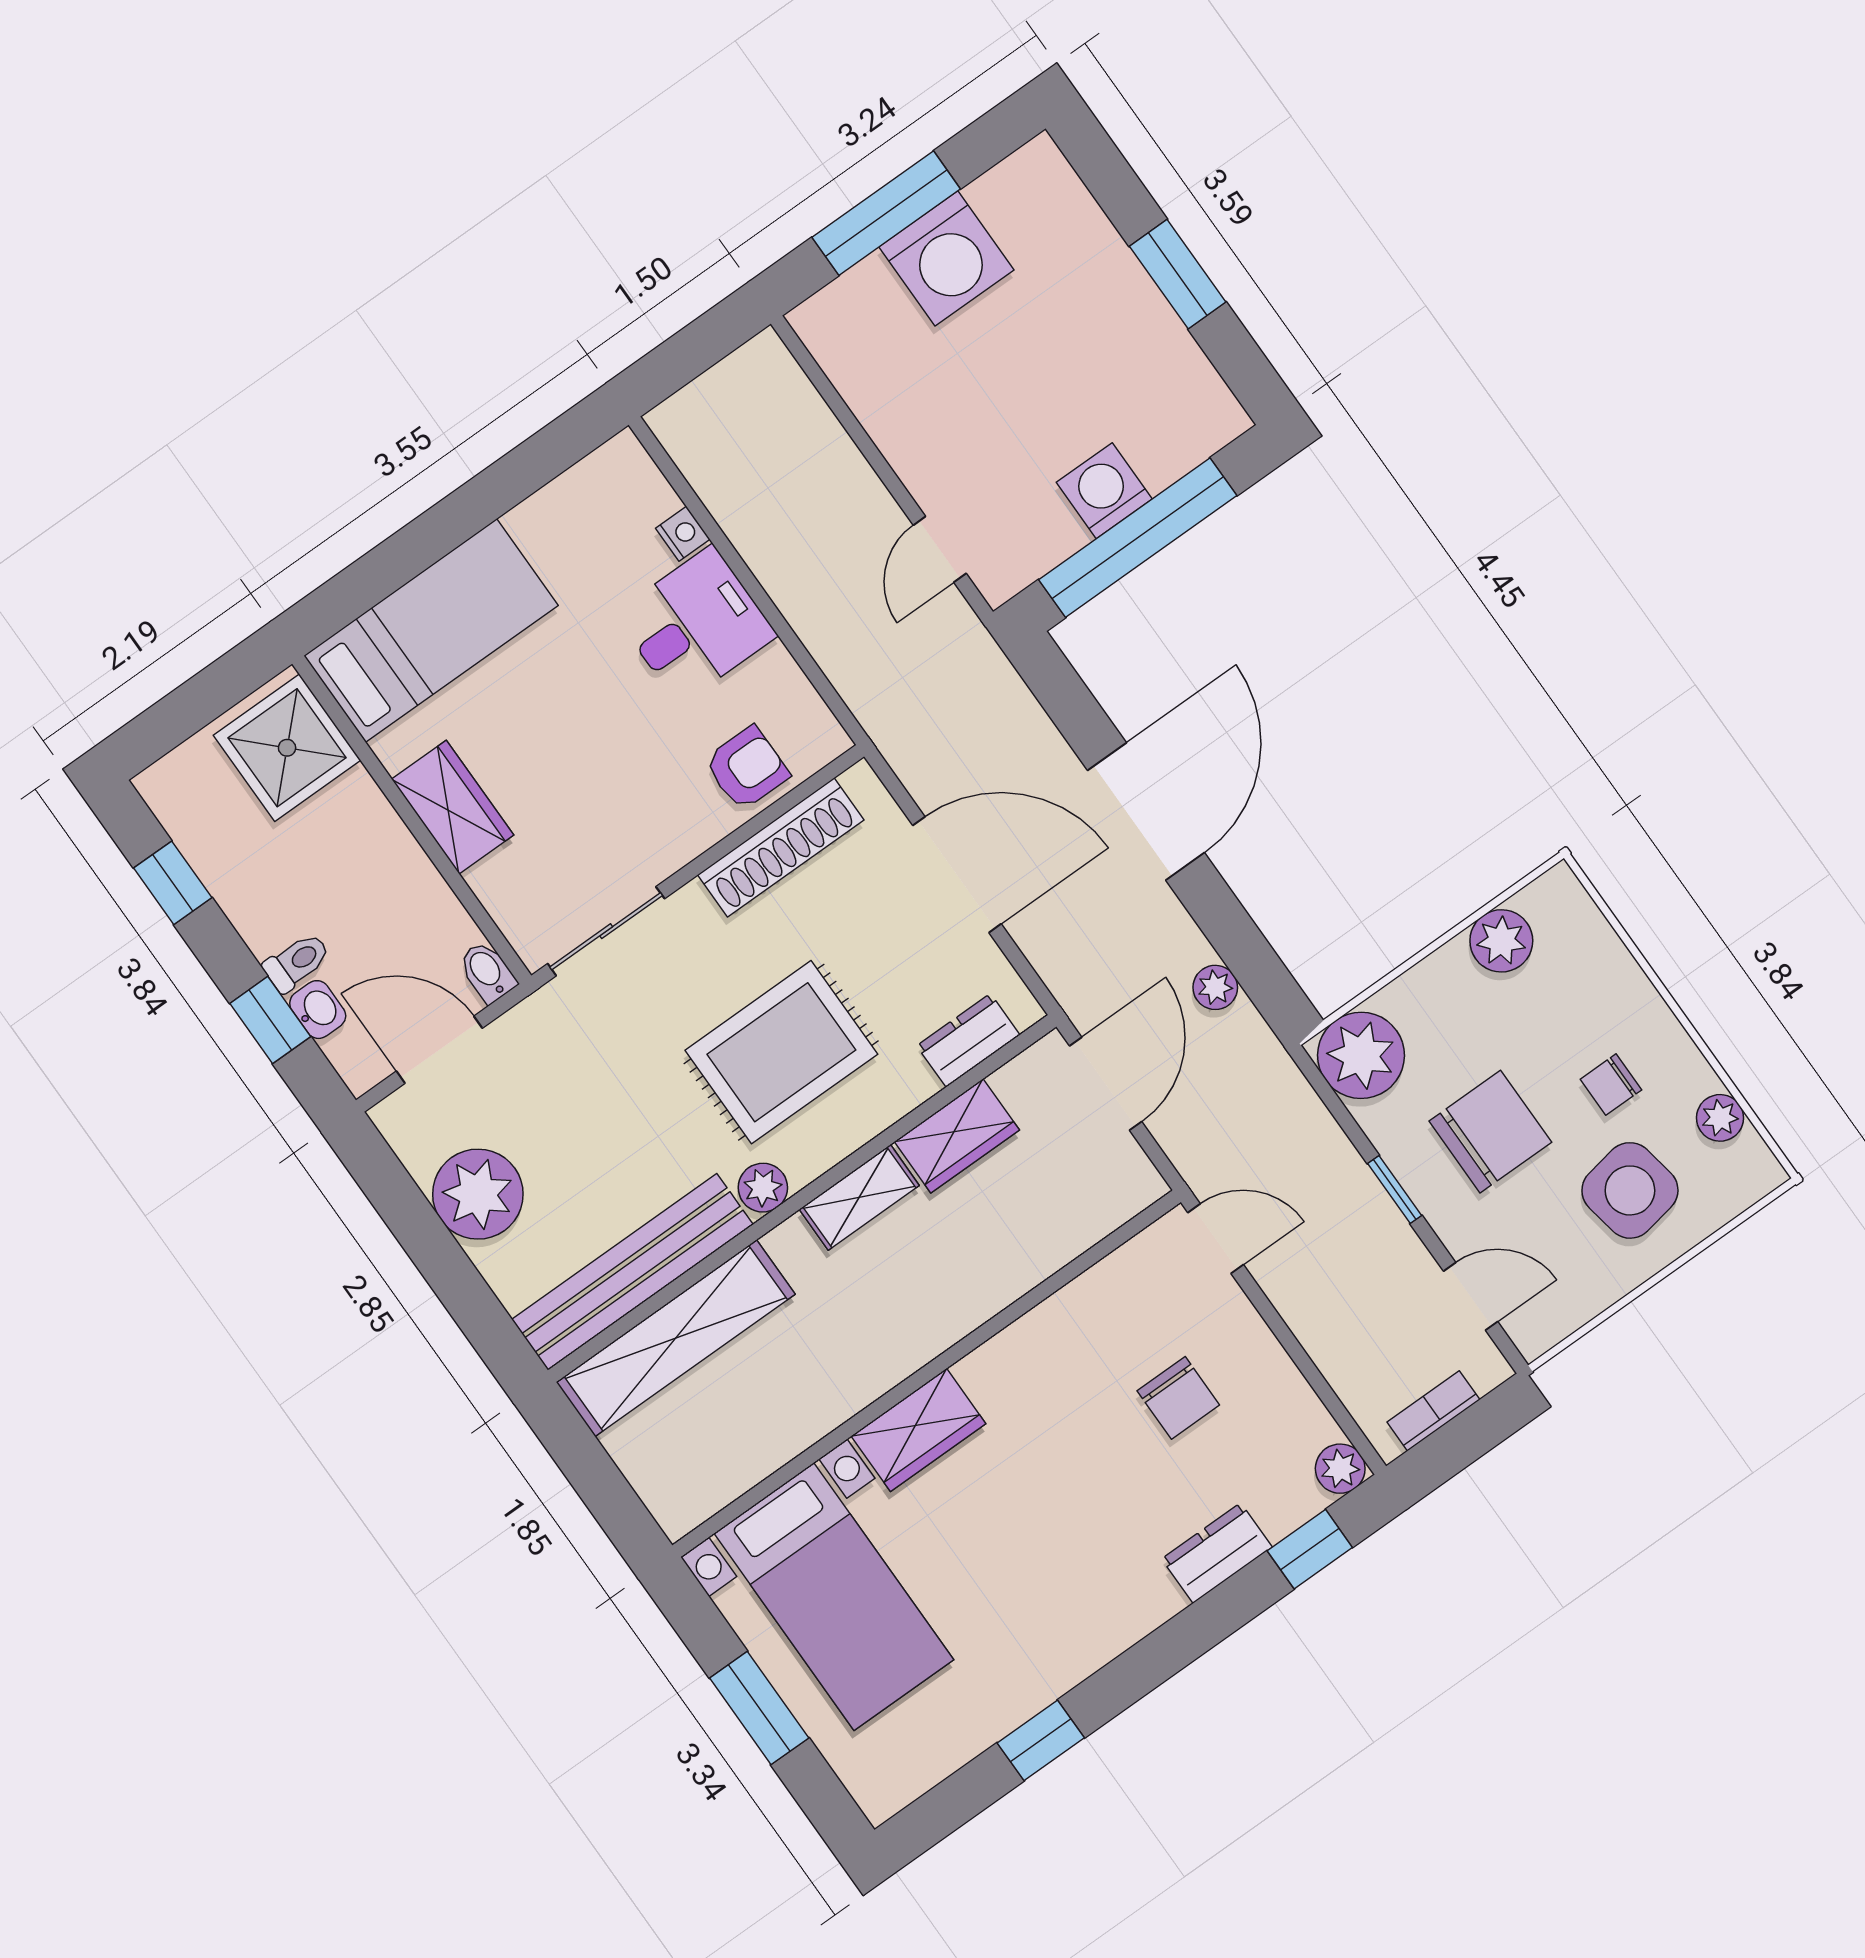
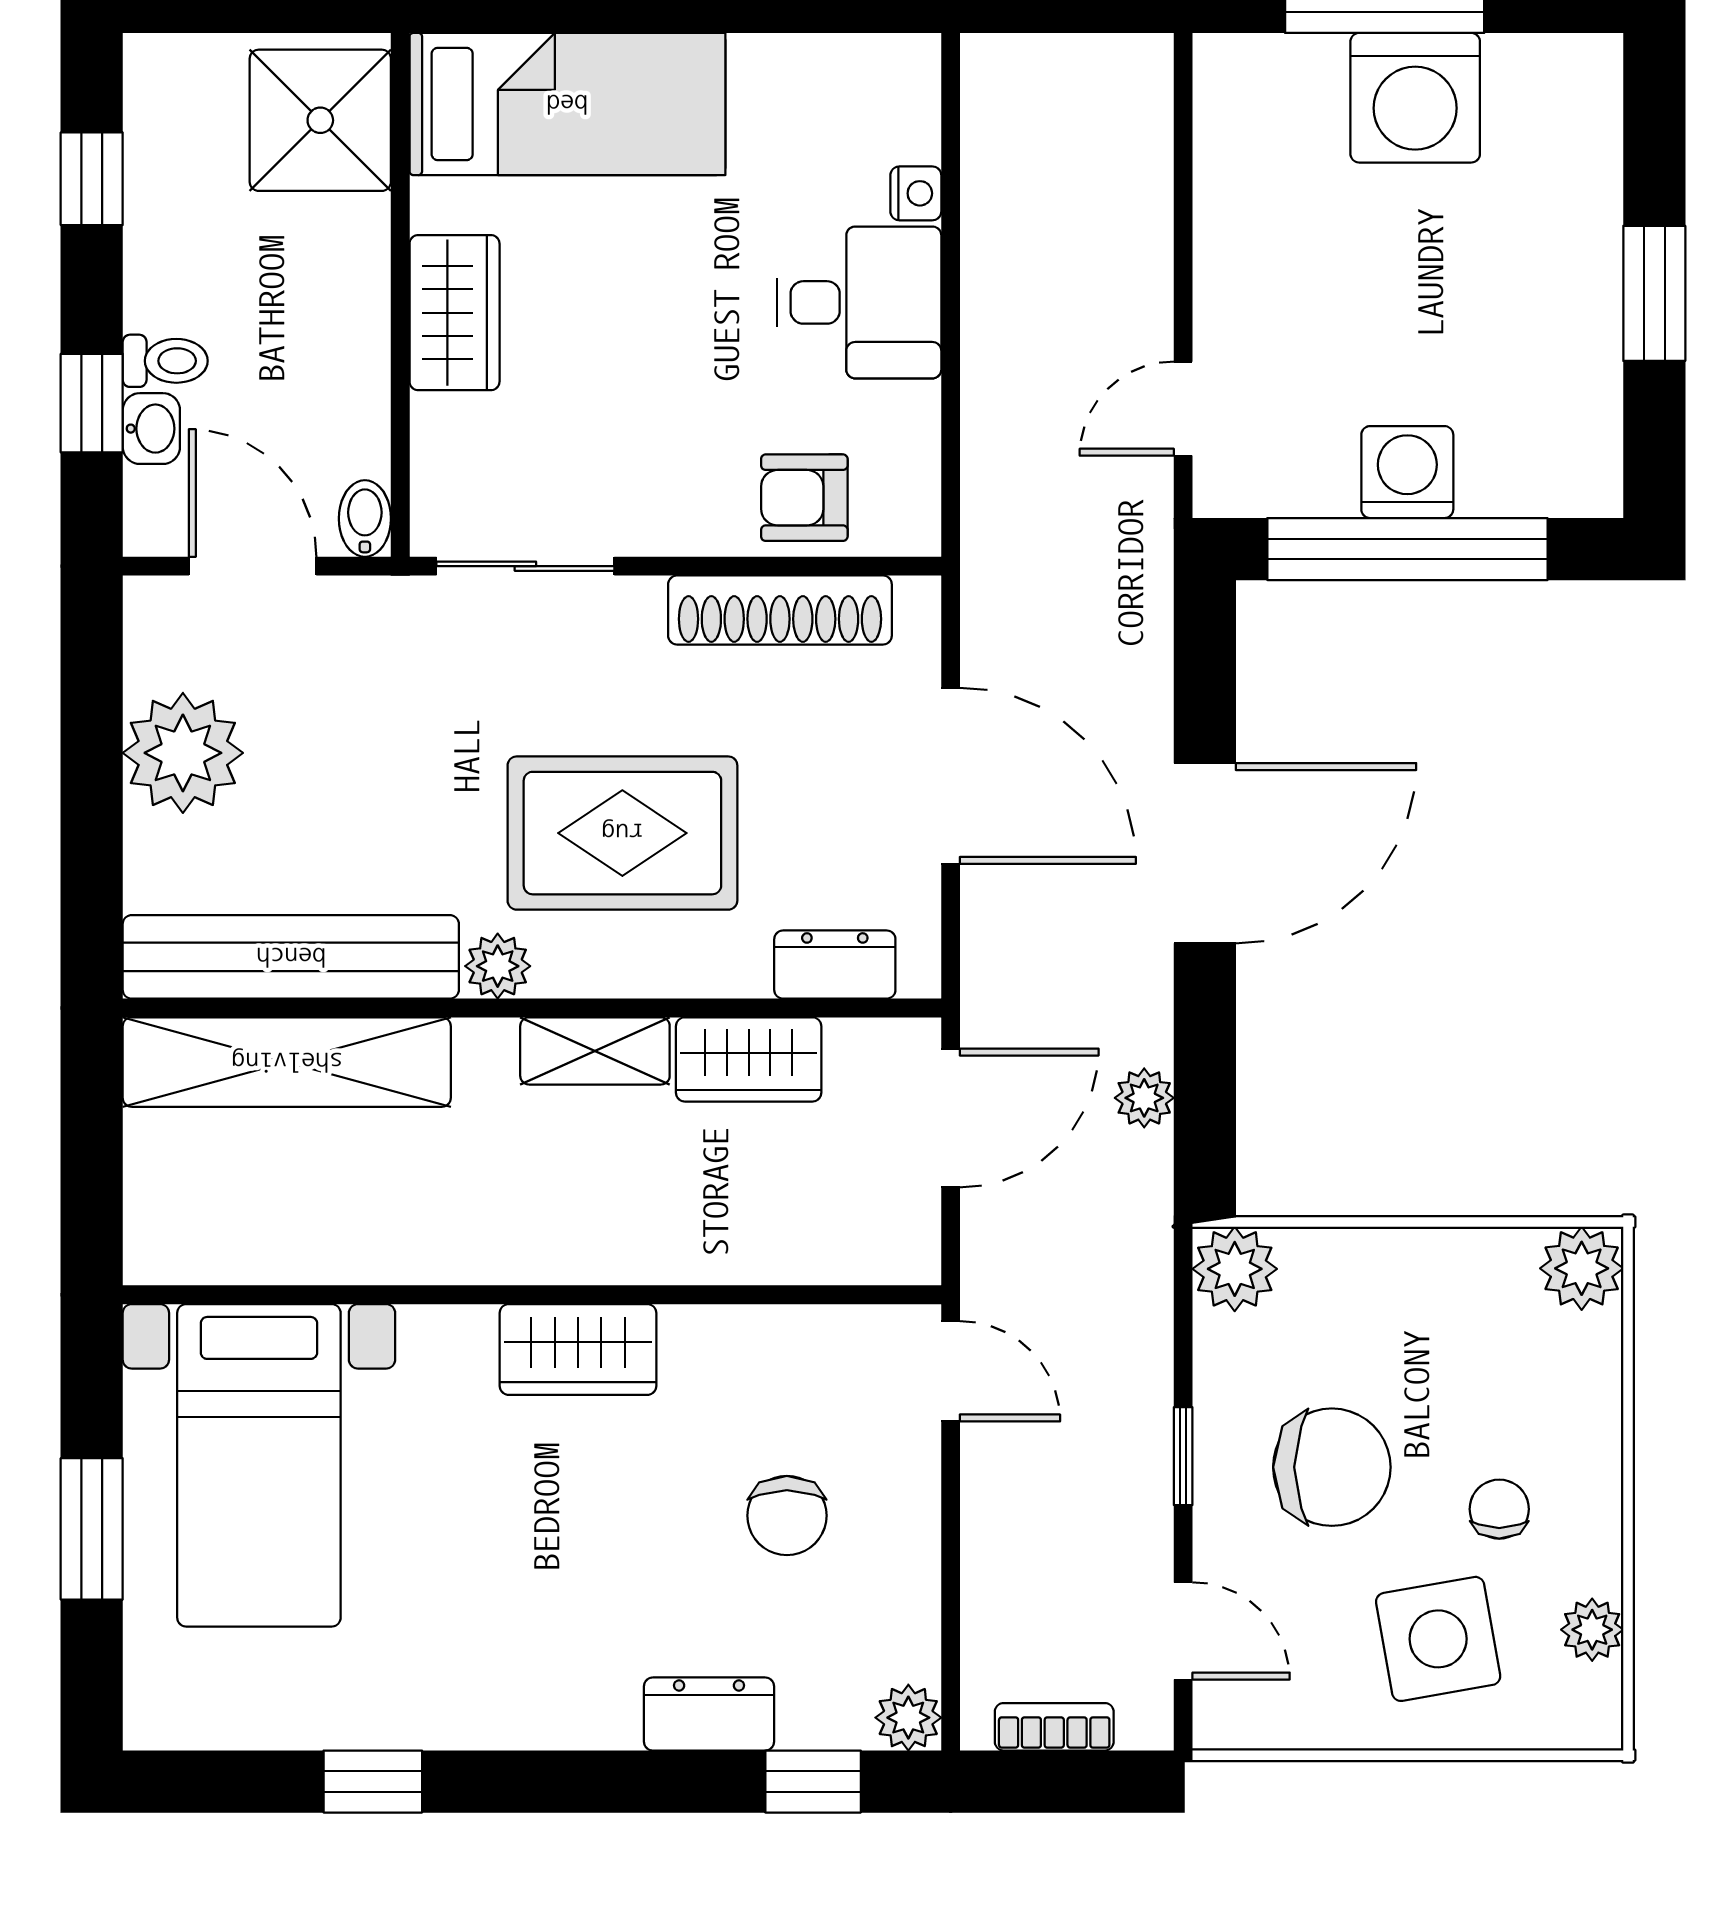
armchair: (747, 768) -> (804, 498), turned 180
plant: (1501, 941) -> (1582, 1268), moved
plant: (1361, 1055) -> (1235, 1269), width x0.73, depth x0.73
chair: (1611, 1085) -> (1499, 1509), turned 90
wardrobe: (918, 1430) -> (578, 1349), moved

